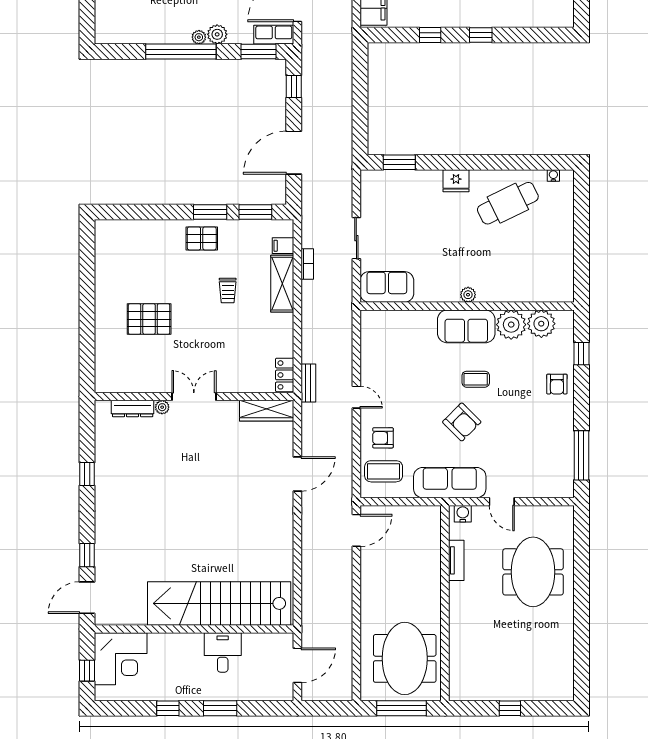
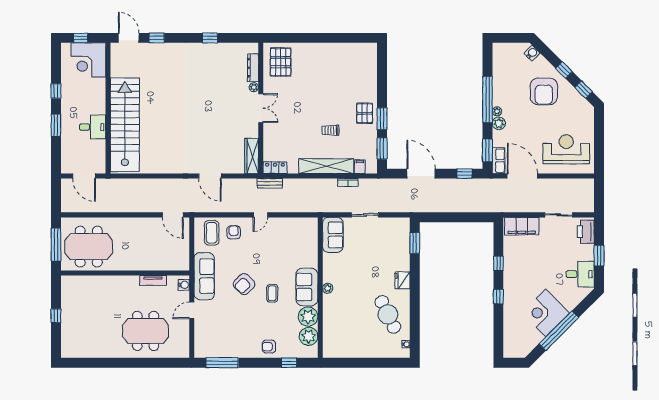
shelving: (282, 284) -> (326, 166), width x1.47
pallet: (149, 319) -> (281, 62), moved

